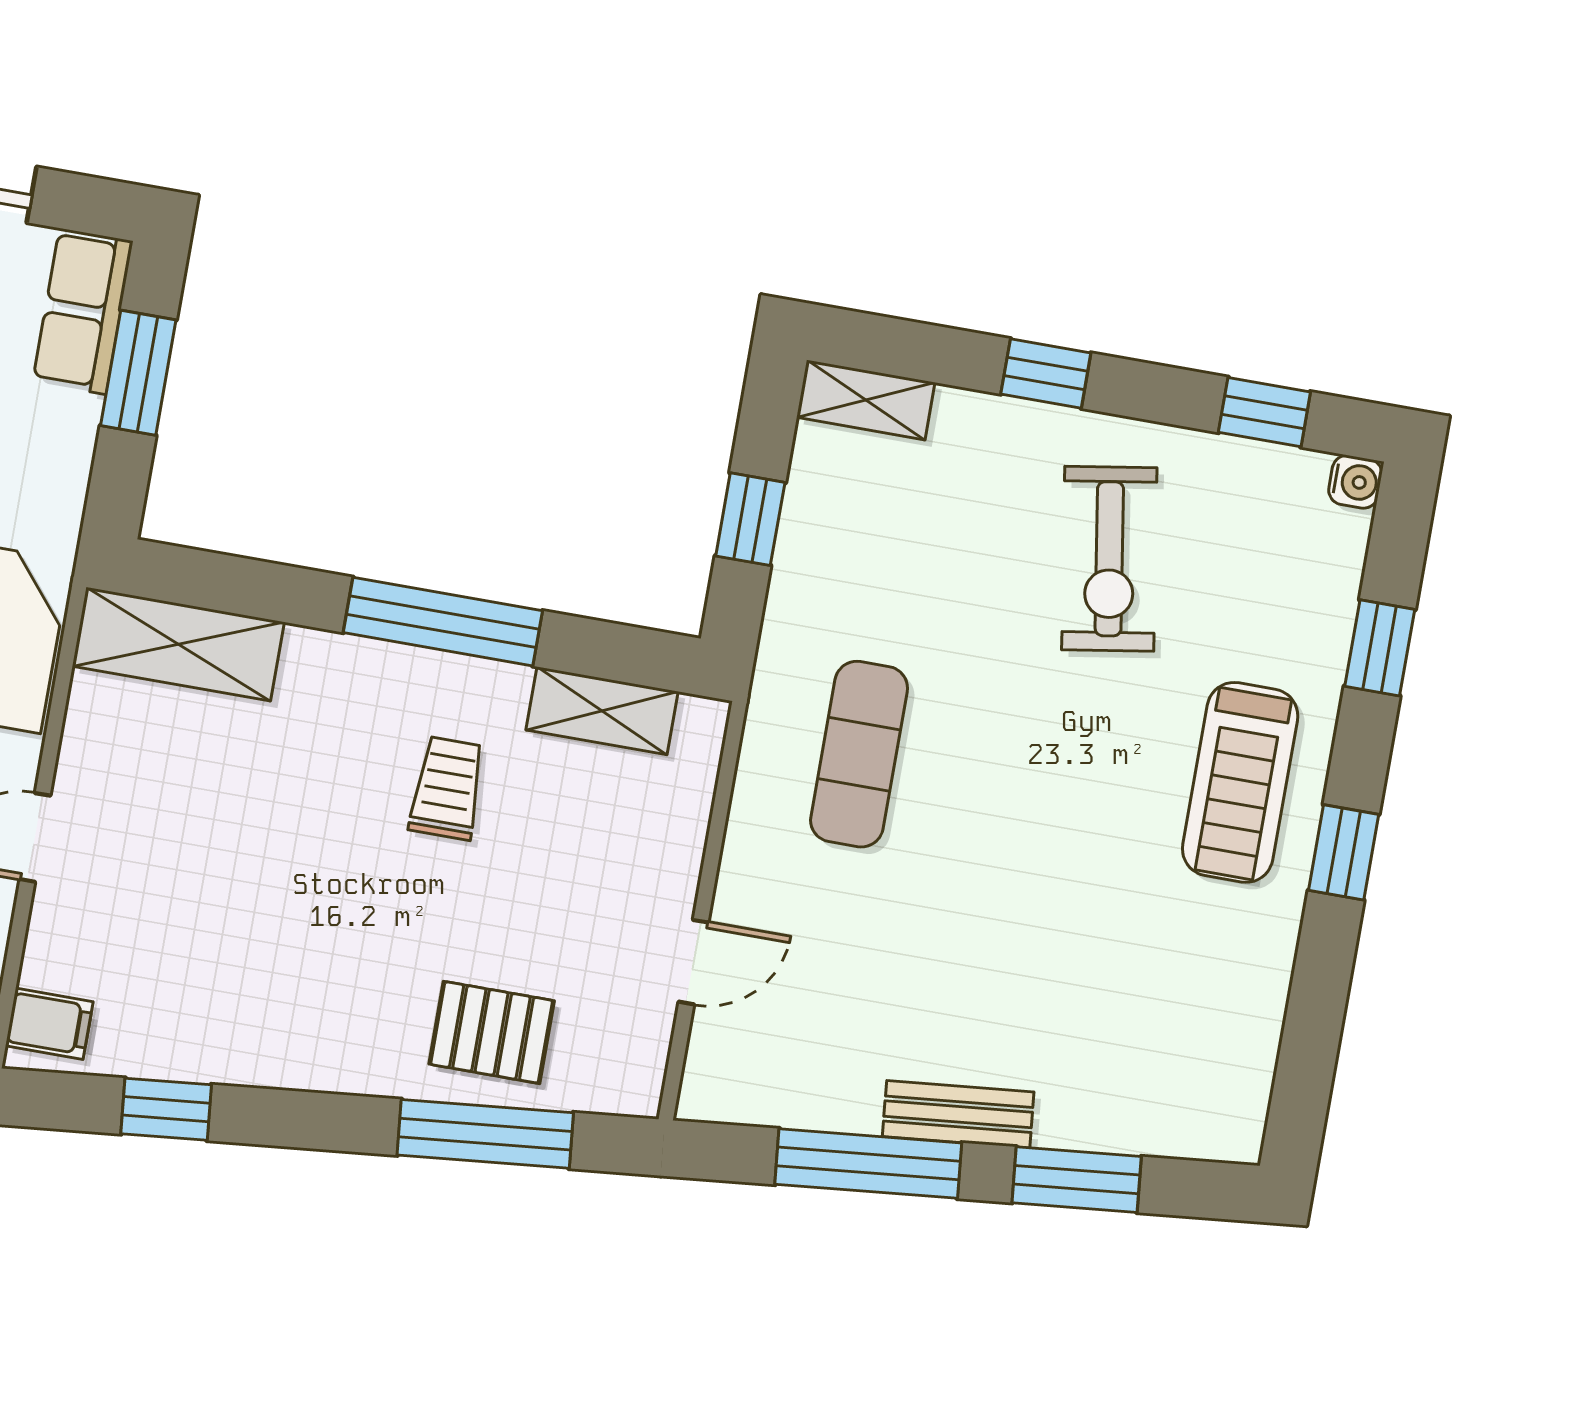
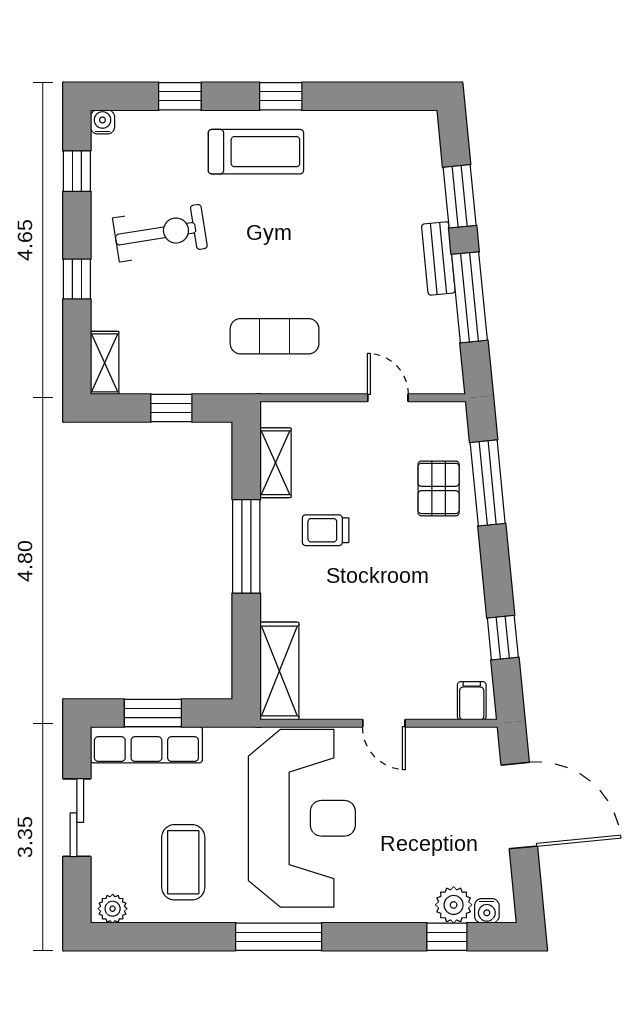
row of seats: (83, 311) -> (146, 745), width x1.48

